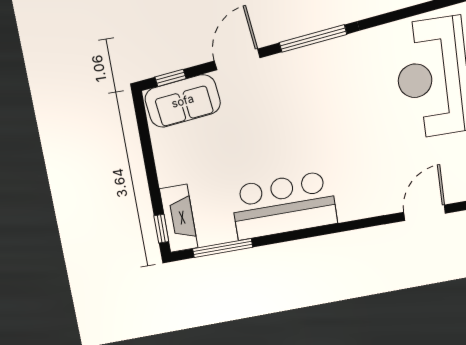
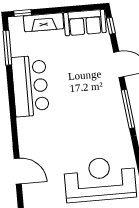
sofa: (183, 101) -> (85, 23), moved, turned -83
fireplace: (179, 218) -> (44, 22), moved

